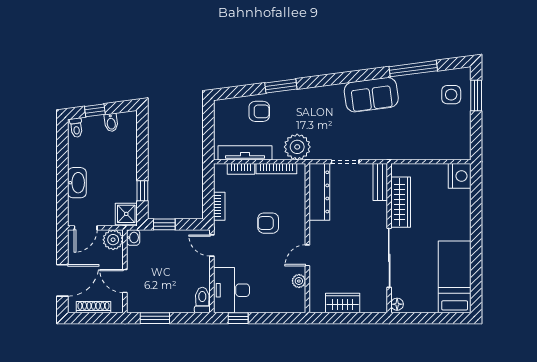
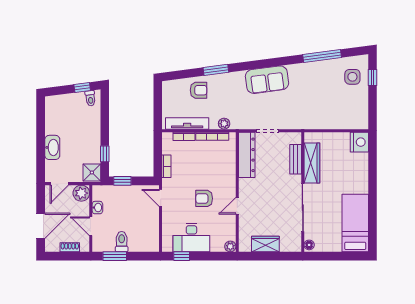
sofa: (371, 95) -> (267, 80), moved
window: (476, 96) -> (372, 78), width x0.67
window: (95, 110) -> (82, 87), moved
bidet: (111, 123) -> (80, 99), removed
toilet: (76, 128) -> (90, 98), moved
plant: (297, 147) -> (224, 124), width x0.53, depth x0.53
bench: (380, 182) -> (296, 159), moved
armchair: (268, 223) -> (204, 198), moved
washbasin: (133, 238) -> (97, 208), moved
plant: (299, 281) -> (230, 246), moved
desk: (232, 290) -> (191, 238), moved, turned -90
toilet: (202, 300) -> (122, 242), moved
shoe rack: (94, 307) -> (70, 247), width x0.70

